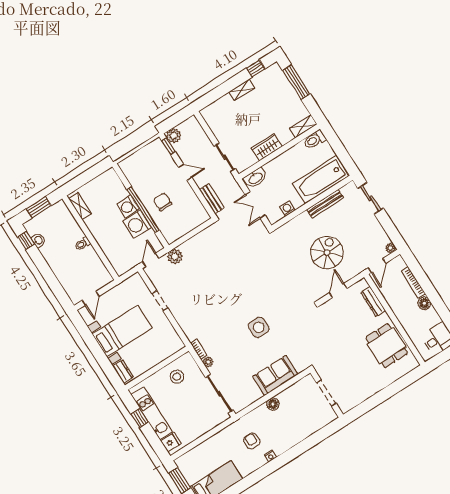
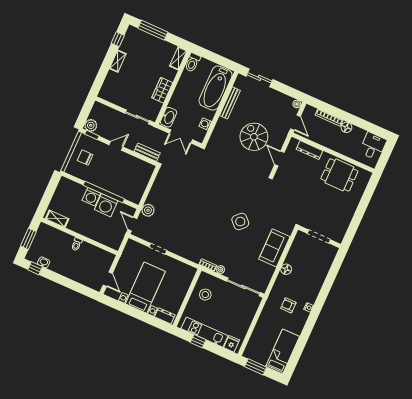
chair: (163, 202) -> (85, 158), moved
side table: (259, 327) -> (240, 222), turned 45

